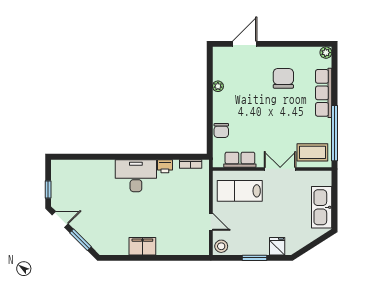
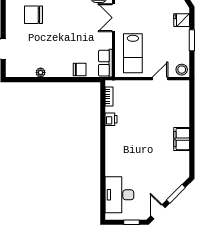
row of seats: (240, 160) -> (105, 63), moved
desk: (136, 176) -> (119, 195), moved

